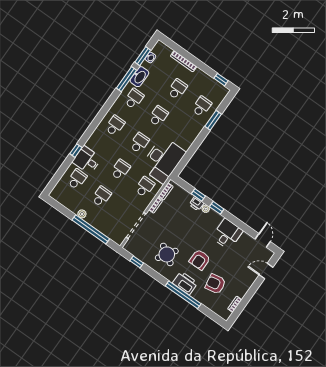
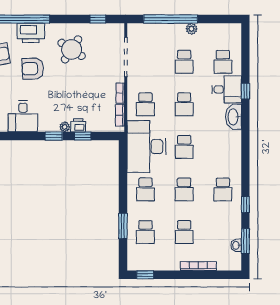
washbasin: (139, 77) -> (234, 117), moved
window: (126, 79) -> (245, 205), width x0.46
school desk: (115, 125) -> (145, 189), moved
armchair: (200, 260) -> (33, 69), turned -92

